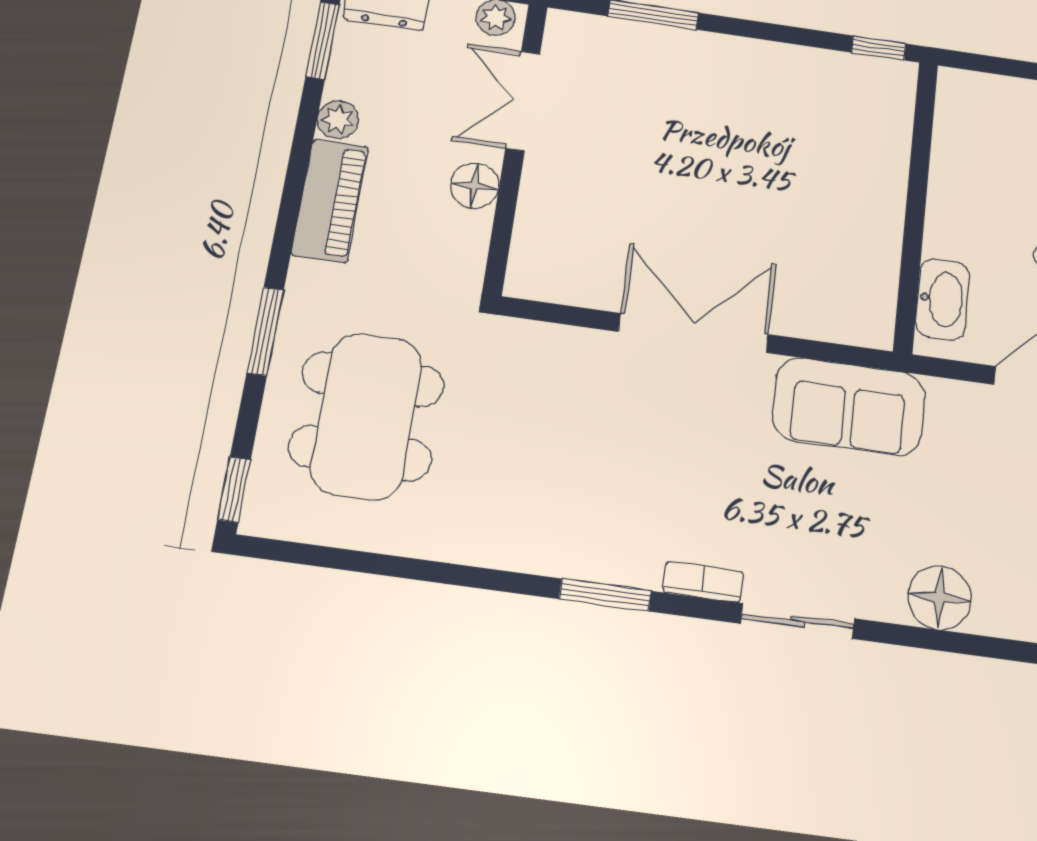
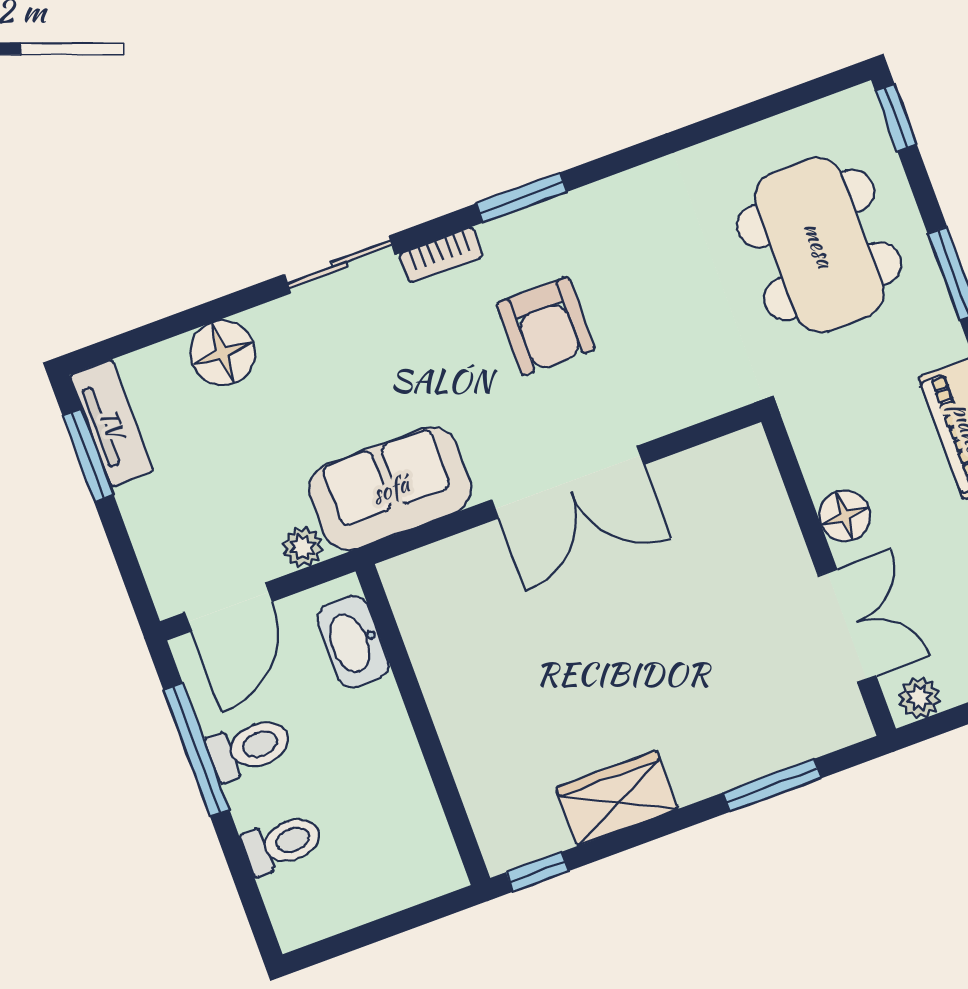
wardrobe: (785, 69) -> (617, 798), added
plant: (948, 397) -> (303, 547), added
armchair: (643, 472) -> (546, 326), added

